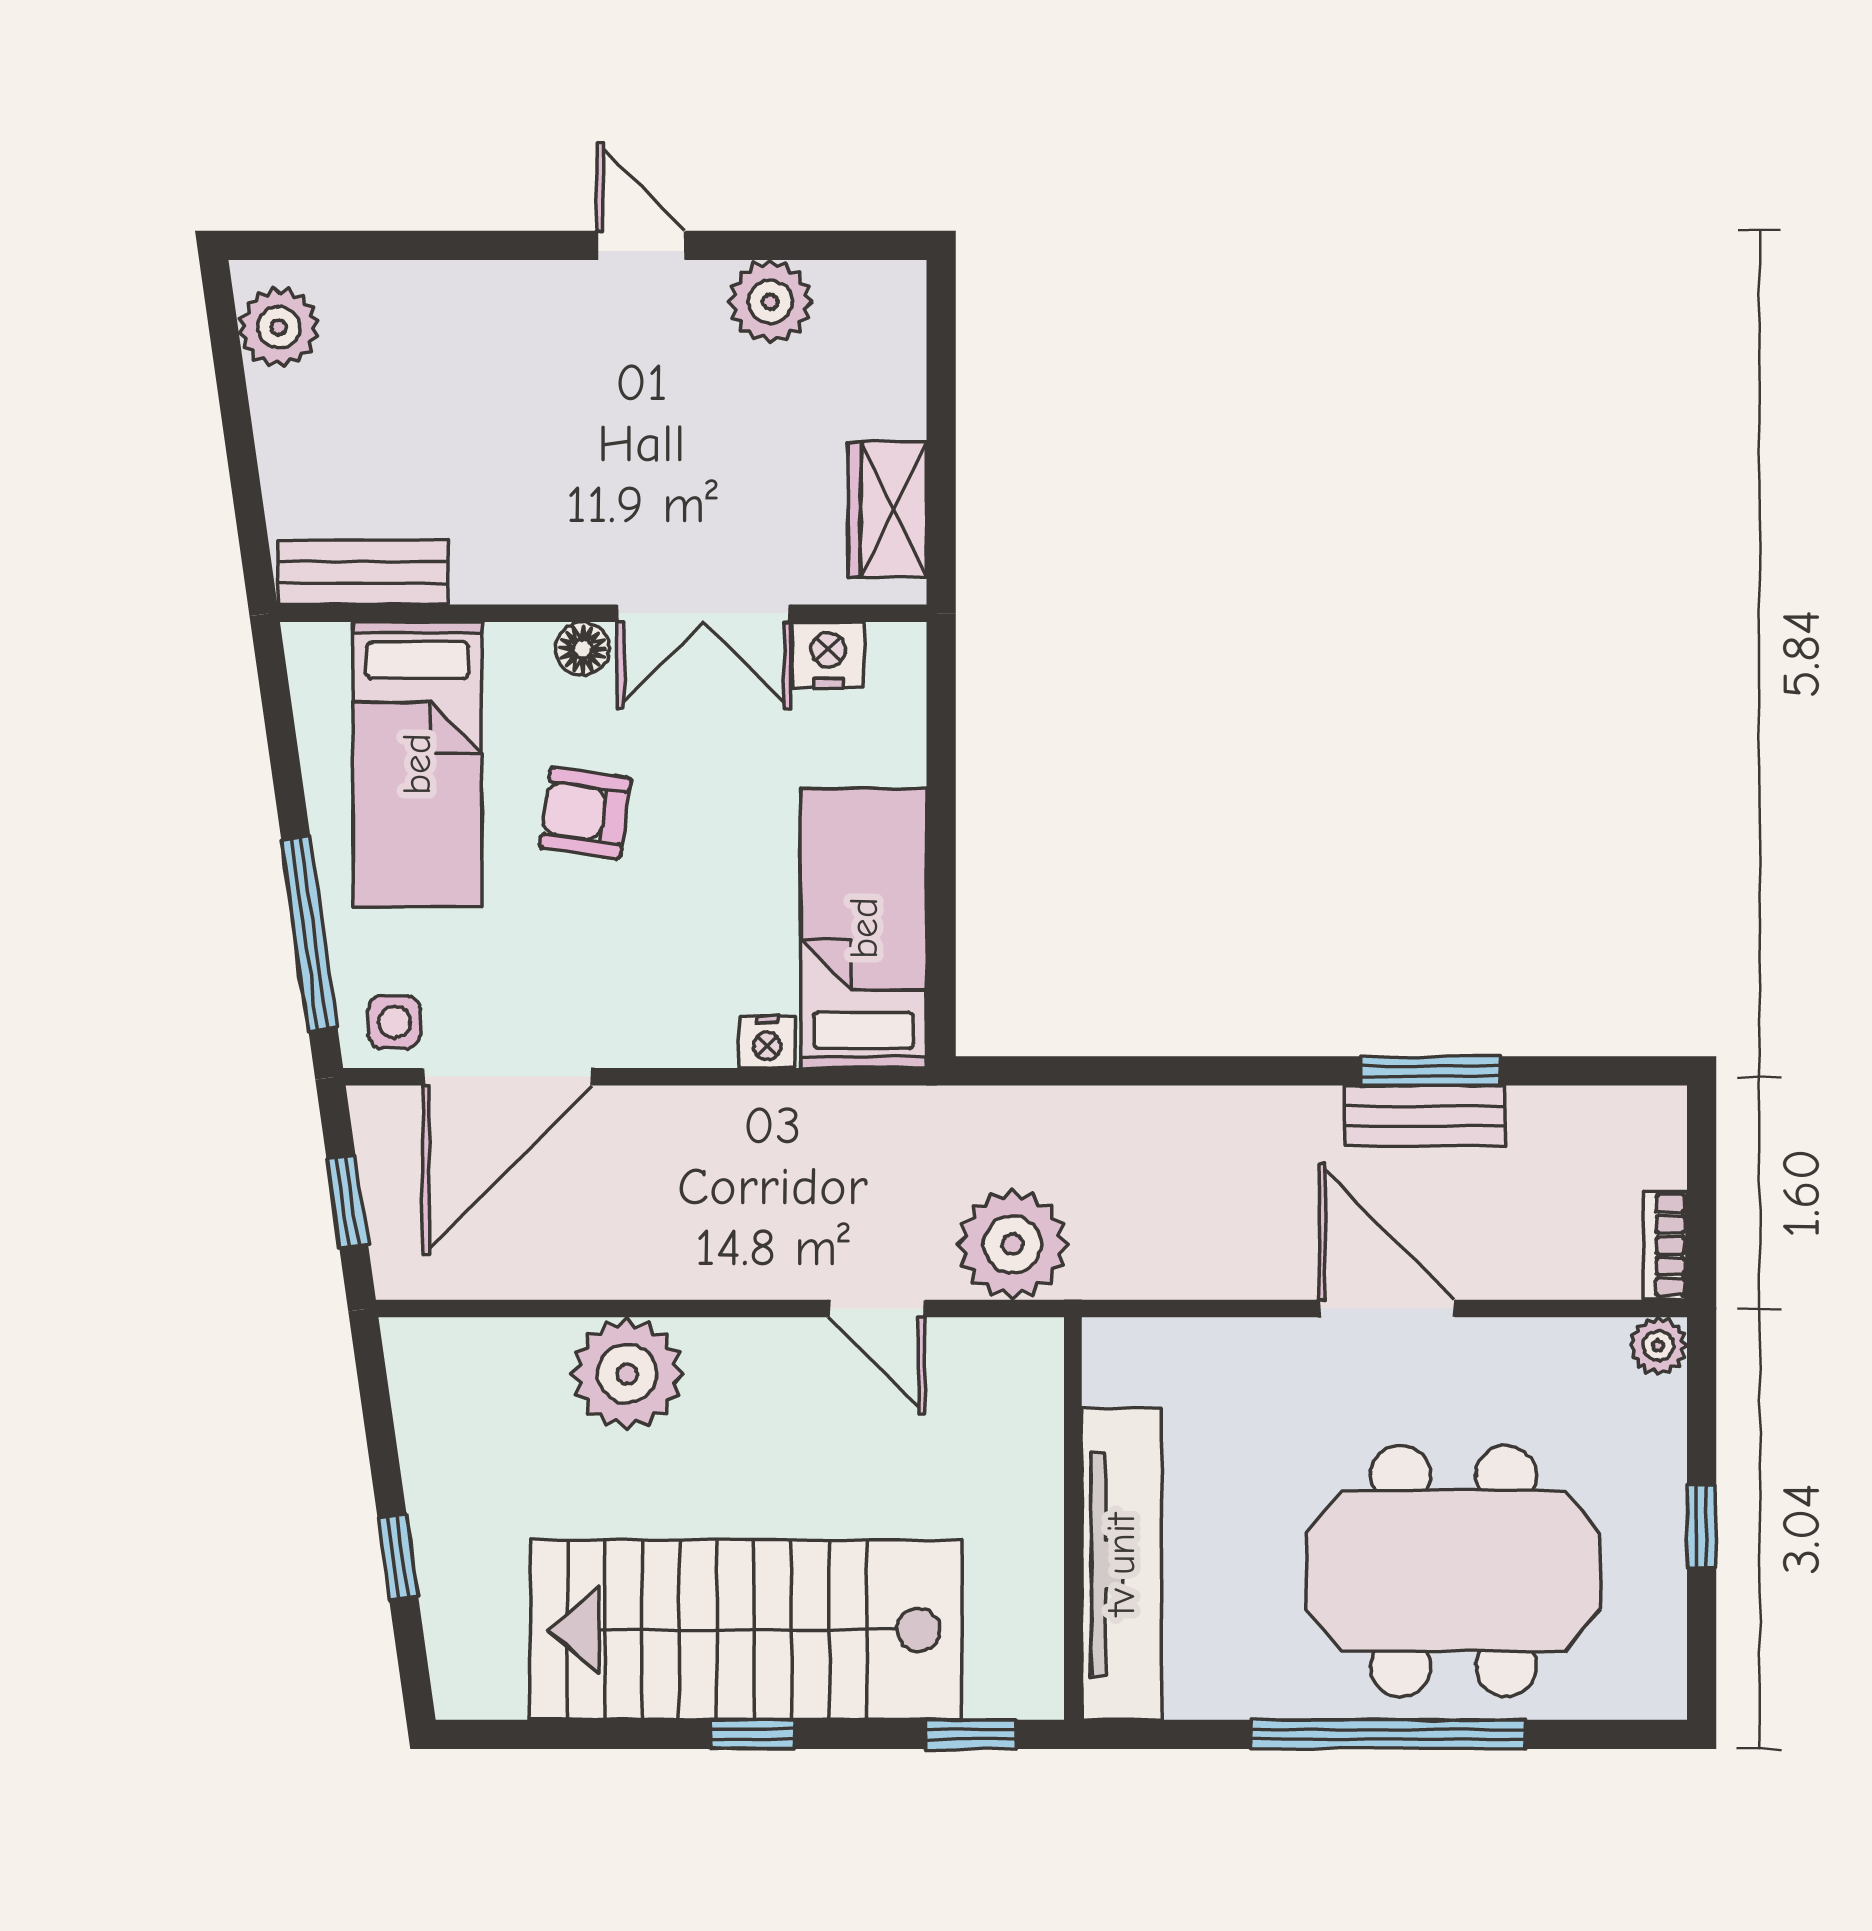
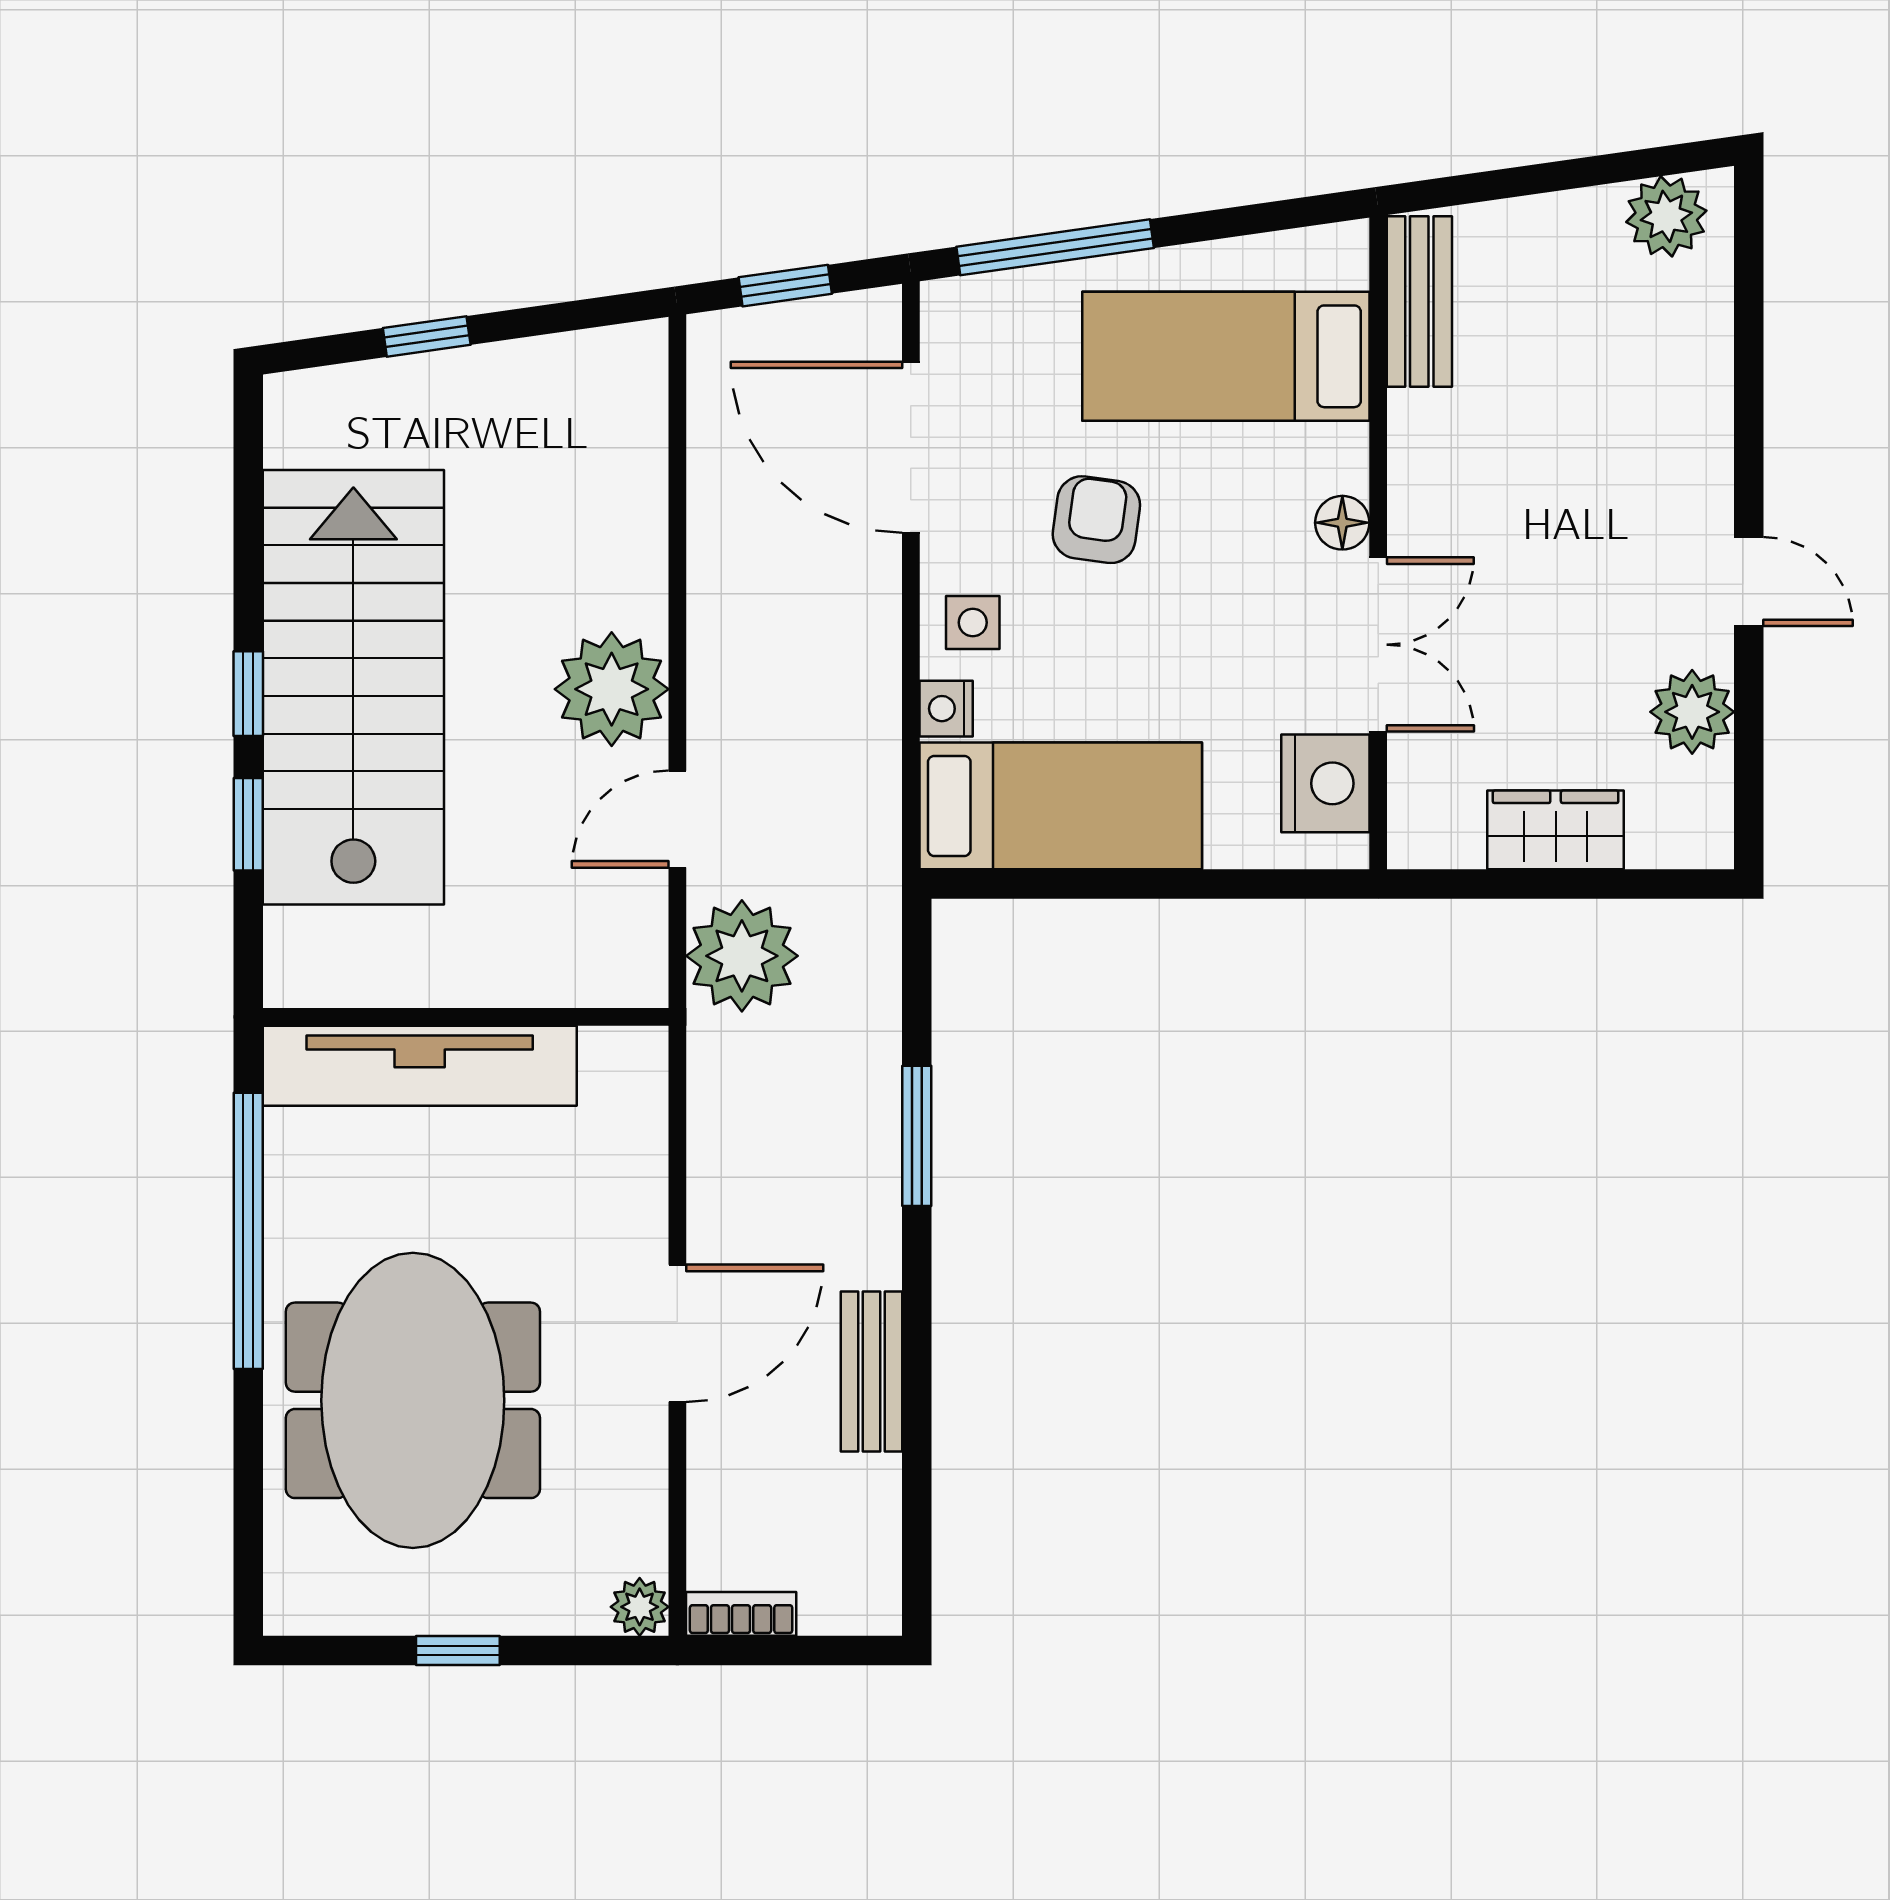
door: (641, 245) -> (1749, 582), hinge flipped
wardrobe: (887, 509) -> (1556, 830), moved
double door: (704, 613) -> (1378, 645), swing flipped
nightstand: (828, 655) -> (1325, 783), width x1.36, depth x1.33
armchair: (585, 813) -> (1096, 520), moved
side table: (394, 1022) -> (973, 623), moved
window: (1431, 1071) -> (917, 1136), moved
plant: (627, 1374) -> (612, 689), moved
window: (971, 1734) -> (248, 824), moved
window: (1388, 1734) -> (248, 1231), moved

